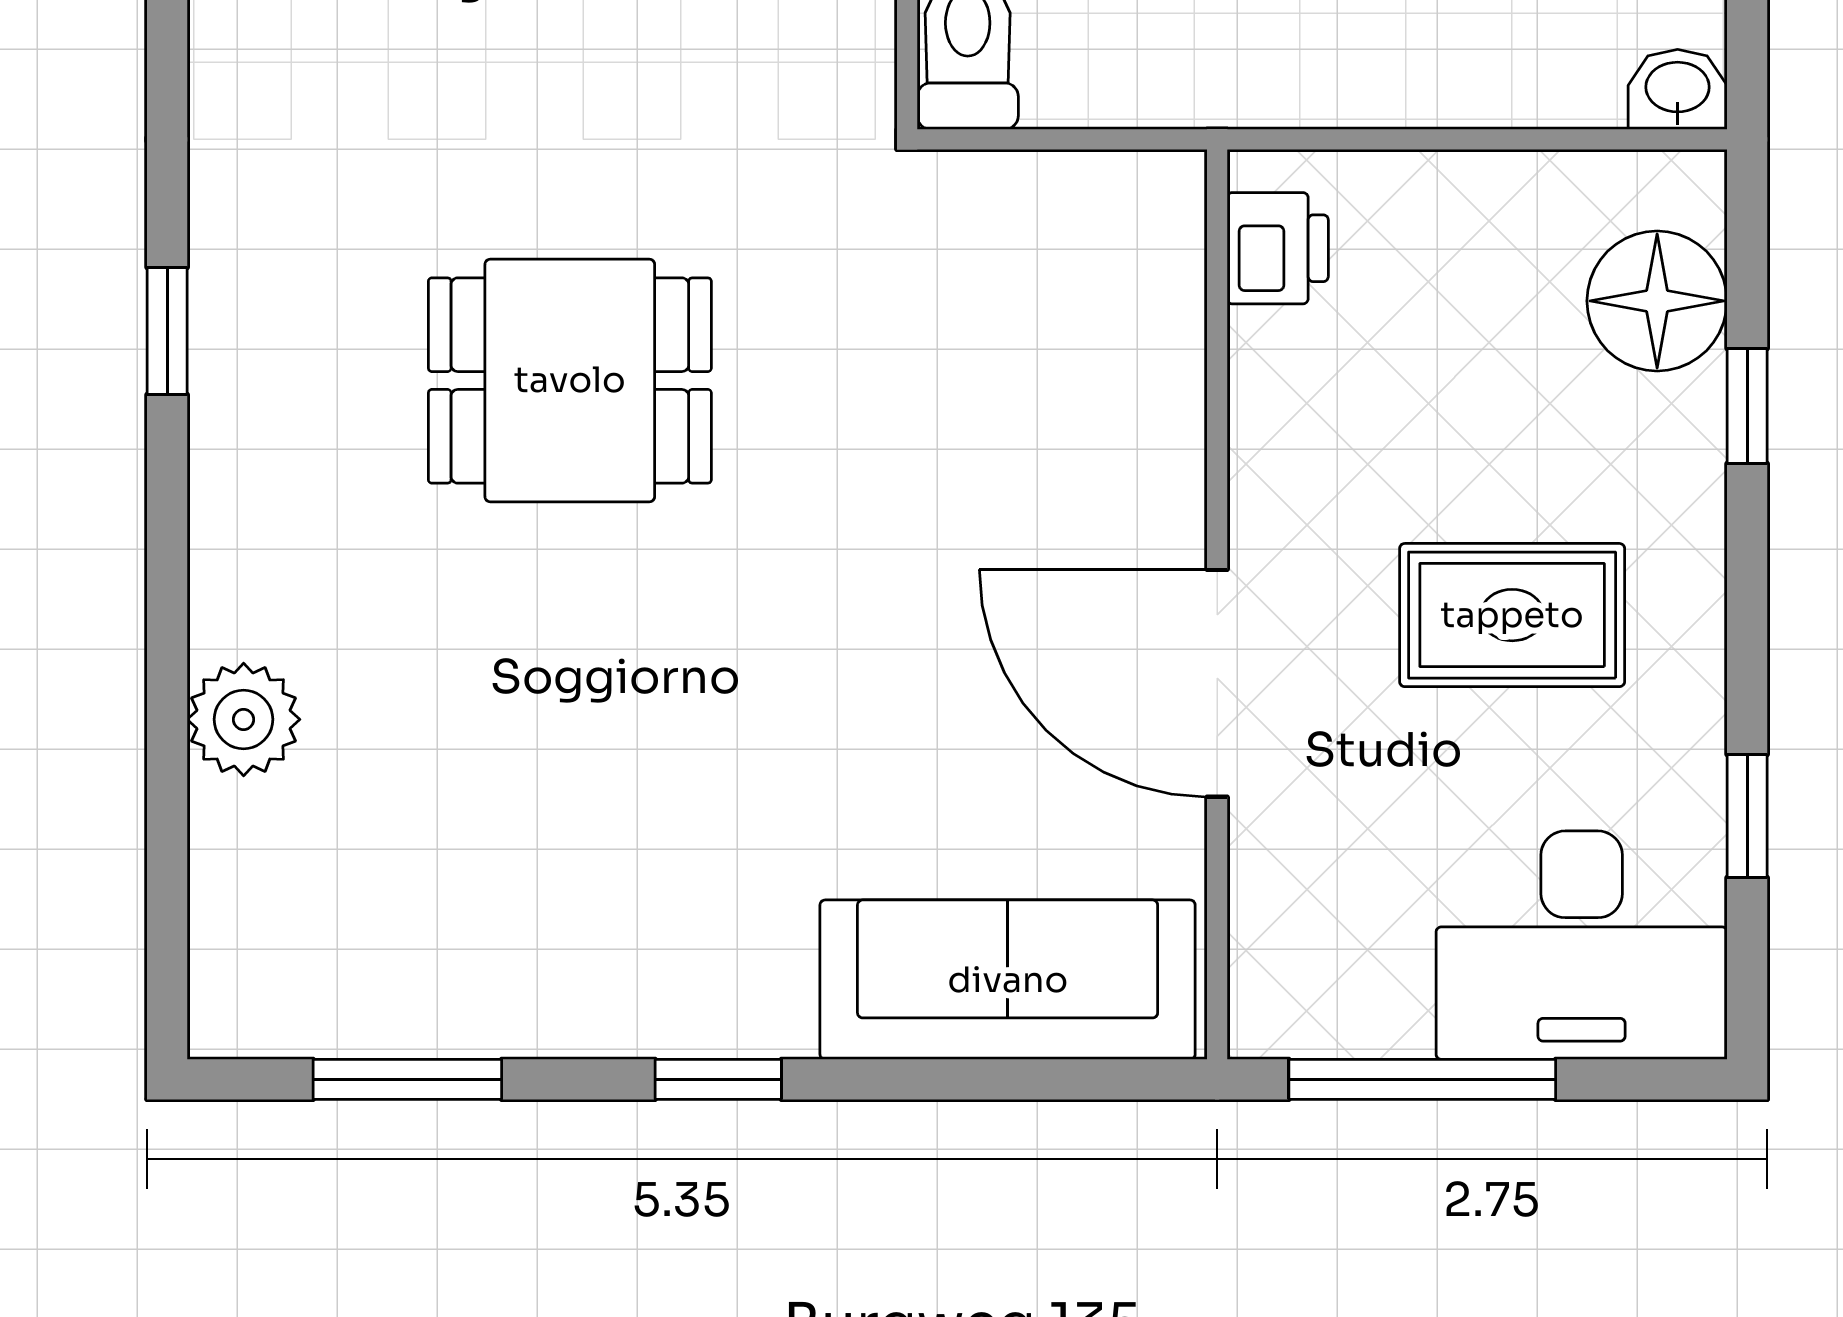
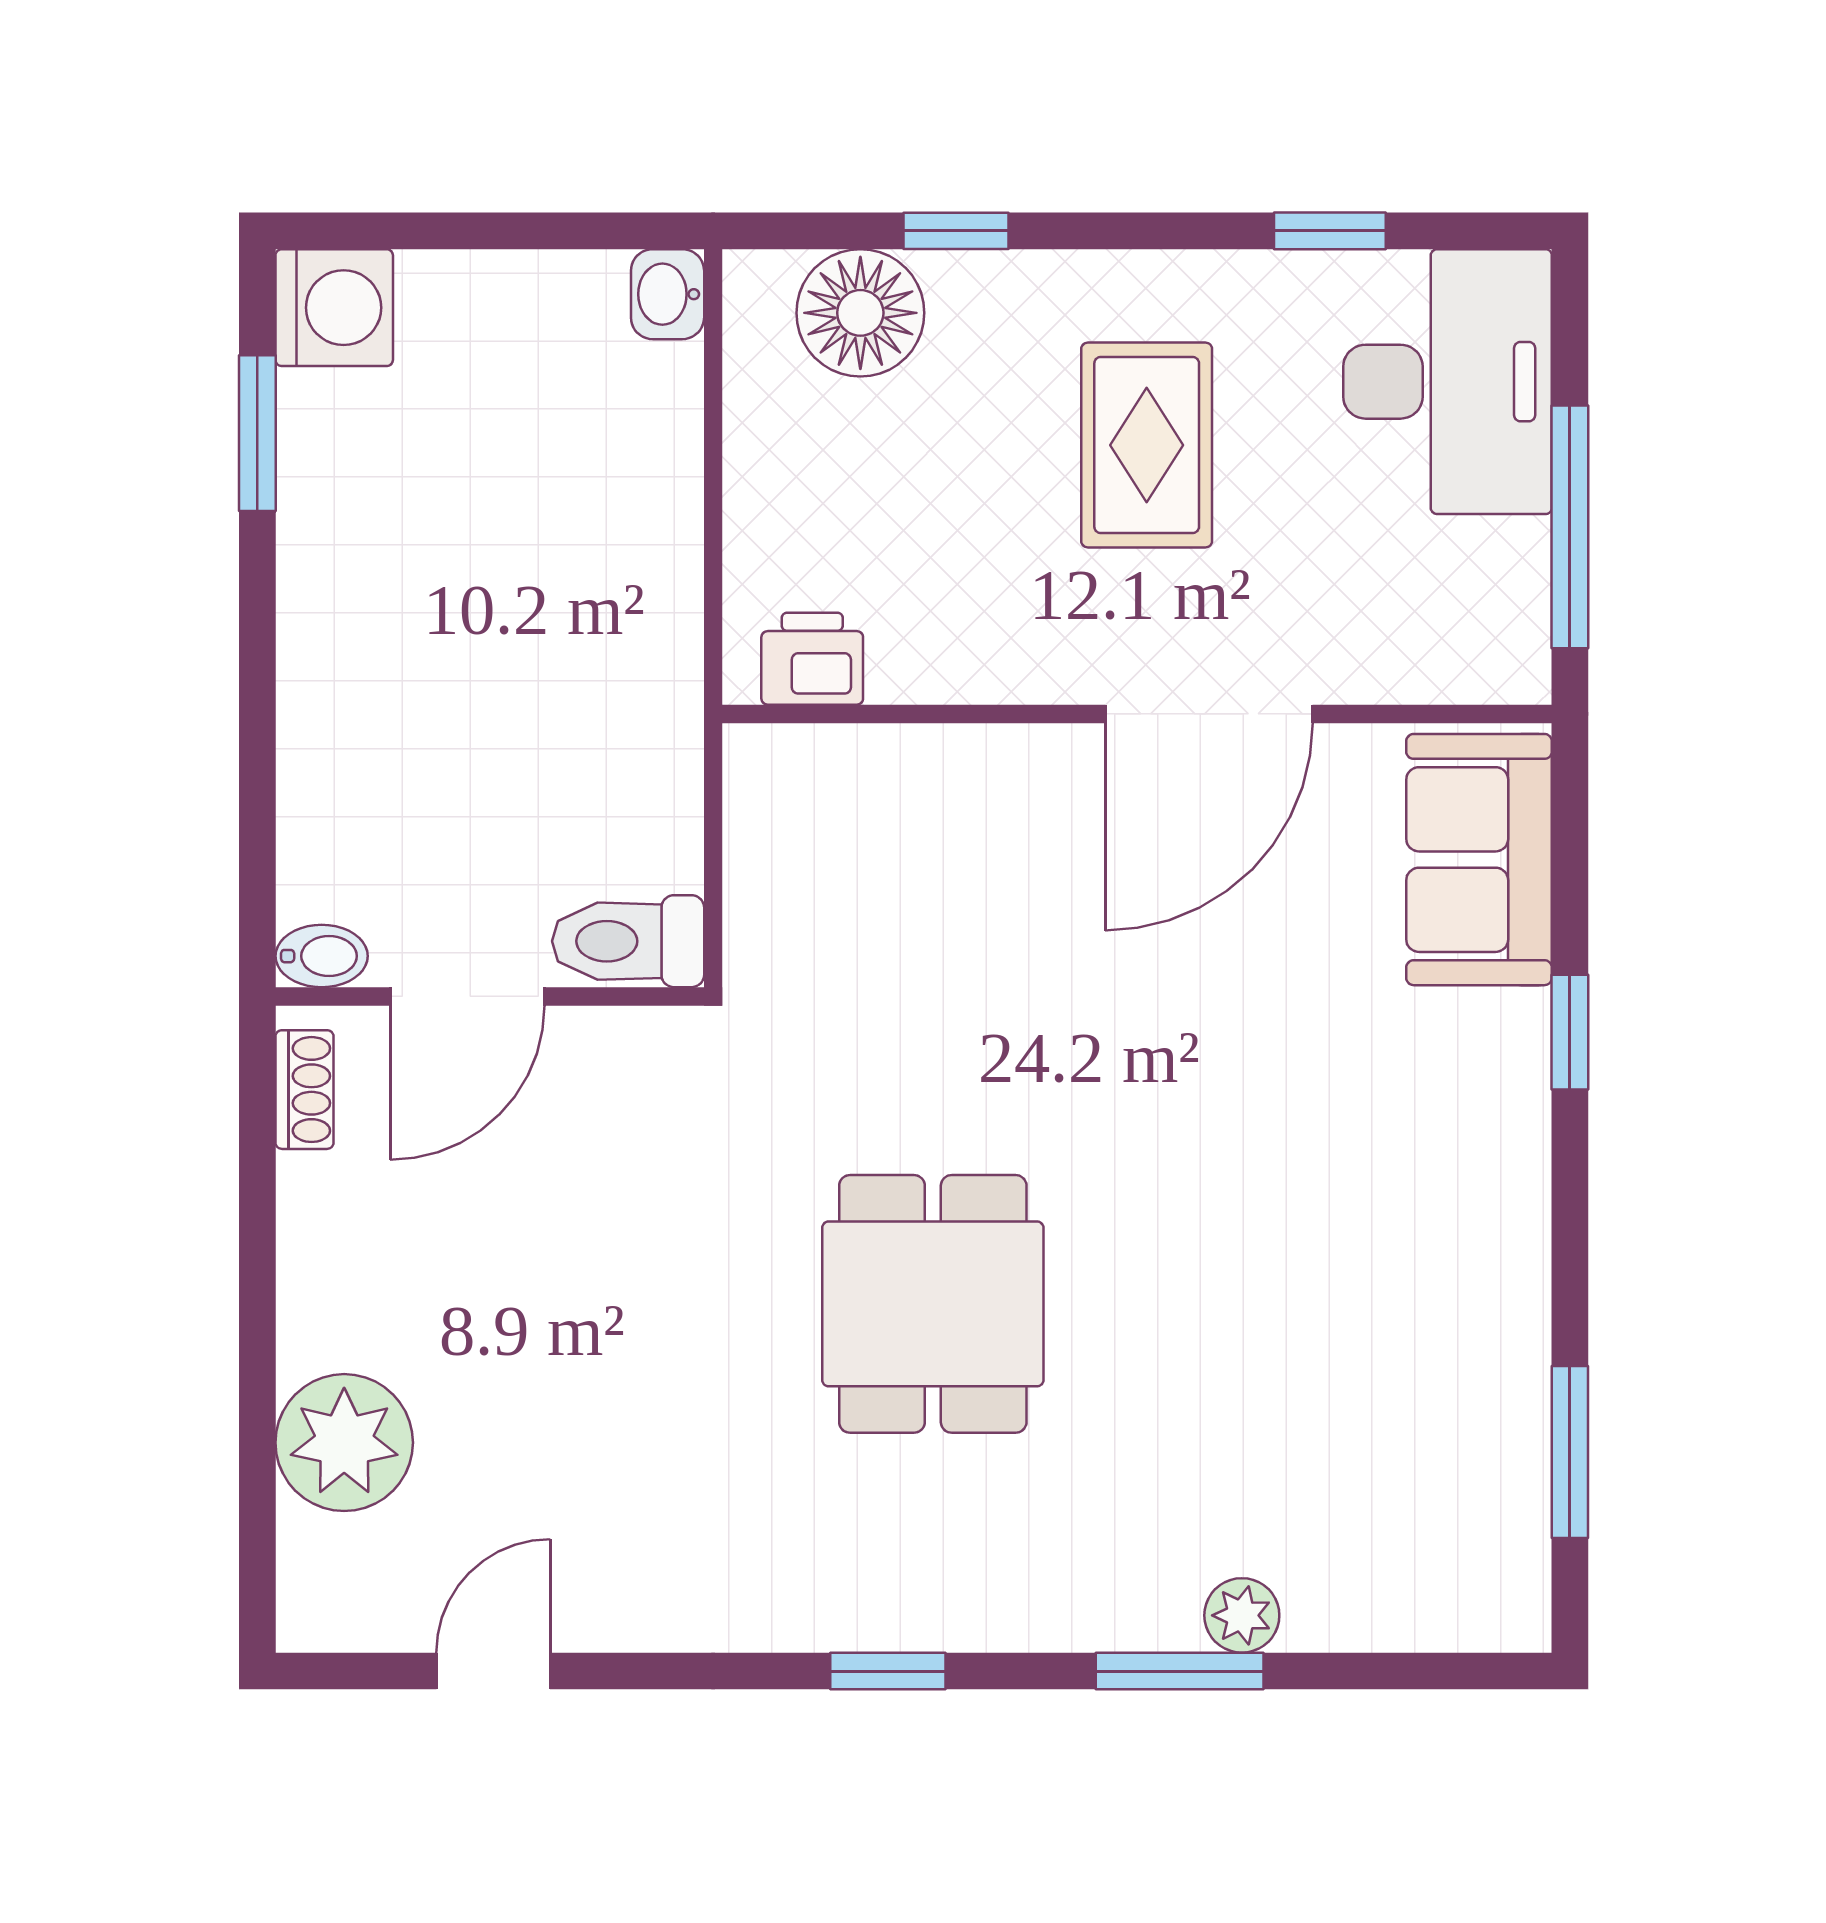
window: (167, 651) -> (1180, 1671), added
plant: (244, 719) -> (1242, 1615), width x0.73, depth x0.73
sofa: (1008, 980) -> (1479, 860), width x0.73
window: (718, 1079) -> (1570, 1032), moved

